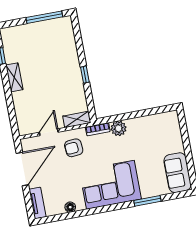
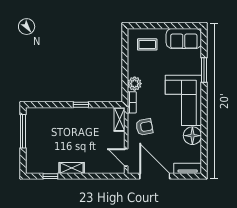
door: (49, 132) -> (126, 157), moved
coffee table: (164, 134) -> (147, 44), added
armchair: (74, 148) -> (144, 127), turned -97
floor lamp: (70, 207) -> (192, 136), width x1.89, depth x1.89

